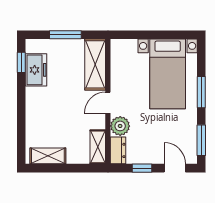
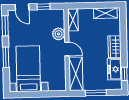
door: (108, 103) -> (67, 49), hinge flipped
wardrobe: (35, 104) -> (115, 47), added
dresser: (118, 150) -> (60, 18), removed

